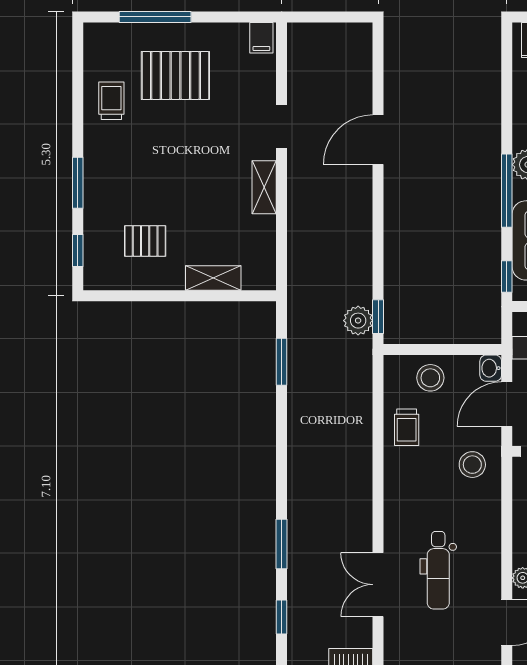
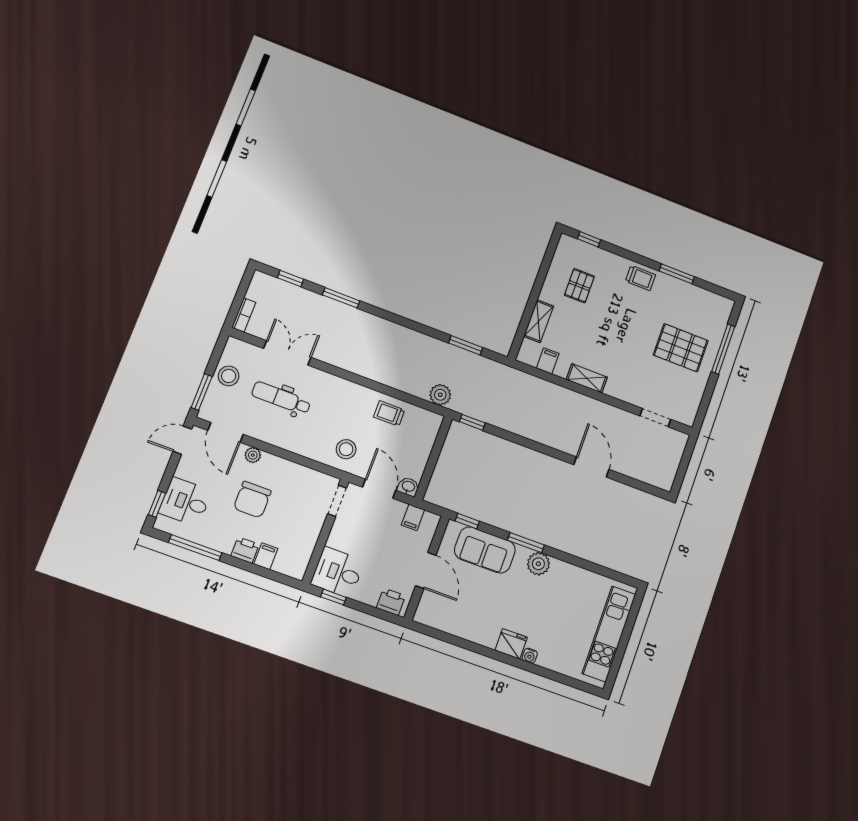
filing cabinet: (261, 38) -> (548, 361), moved, turned 90
pallet: (175, 75) -> (681, 348), turned 90
trolley: (111, 101) -> (640, 278), moved
doorway: (282, 127) -> (655, 418), moved
window: (78, 183) -> (677, 274), moved
window: (507, 191) -> (526, 543), width x0.69
plant: (358, 321) -> (440, 395), moved
stool: (430, 378) -> (229, 376), moved

